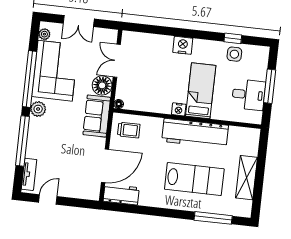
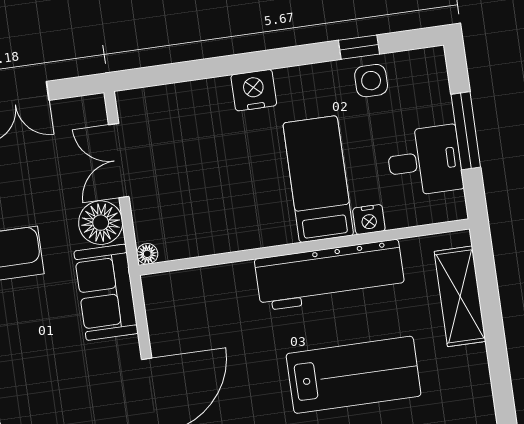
nightstand: (179, 109) -> (369, 220), moved
trolley: (129, 130) -> (184, 305), removed
shelving: (246, 178) -> (460, 296), moved

